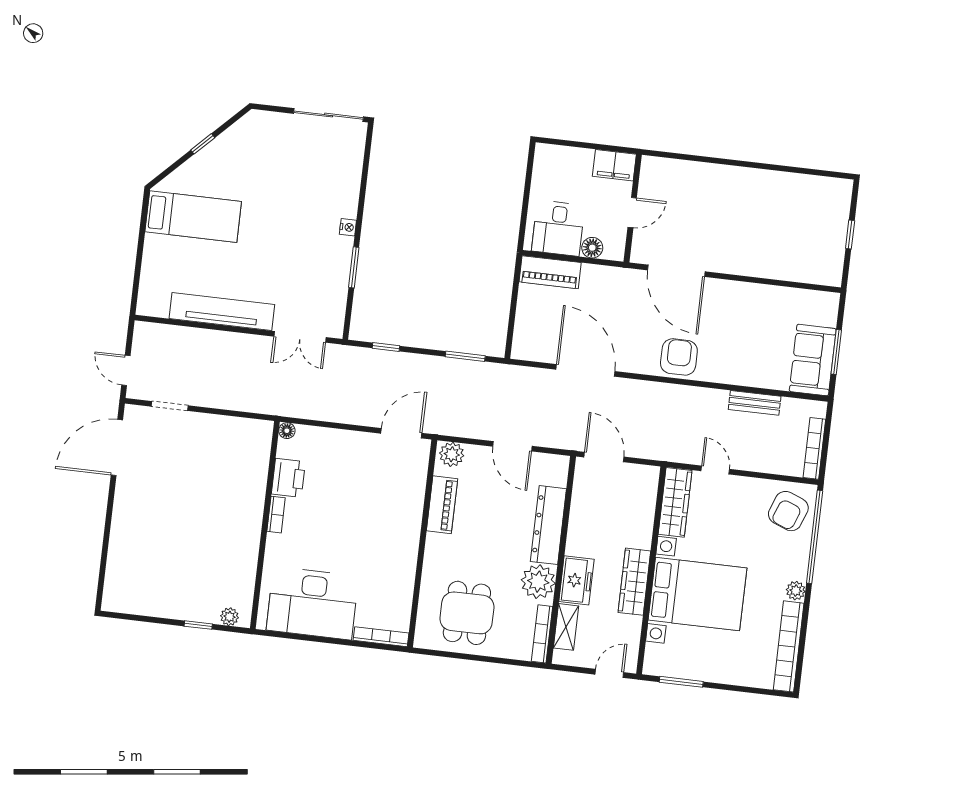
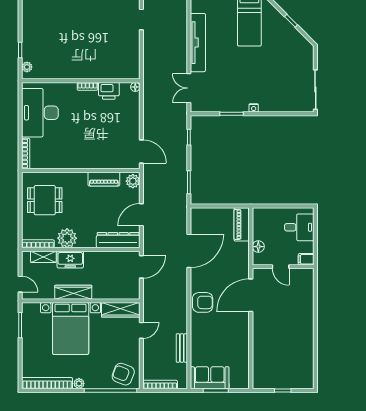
filing cabinet: (614, 165) -> (306, 259), width x0.50
desk: (558, 228) -> (299, 227), moved, turned 180
dresser: (548, 525) -> (118, 240), moved

